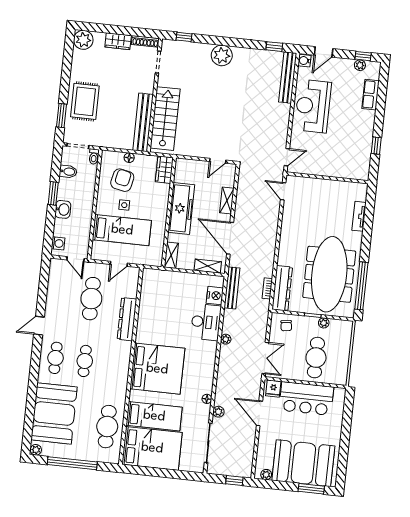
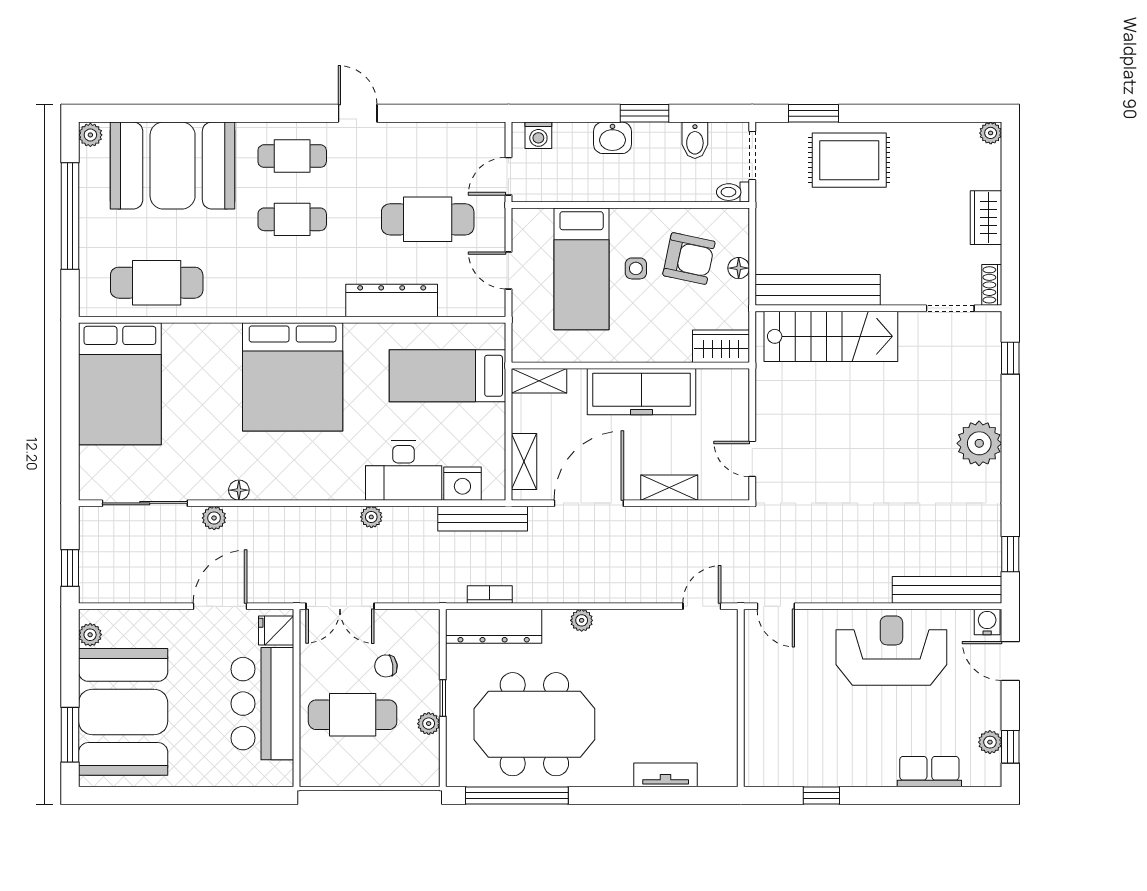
plant: (83, 40) -> (991, 133), width x0.53, depth x0.53
shoe rack: (145, 41) -> (992, 285), width x0.70
plant: (284, 247) -> (582, 620), added
meeting table: (329, 274) -> (534, 724), width x0.73
chair: (286, 326) -> (386, 666), moved
bed: (154, 416) -> (448, 376), moved, turned 90

